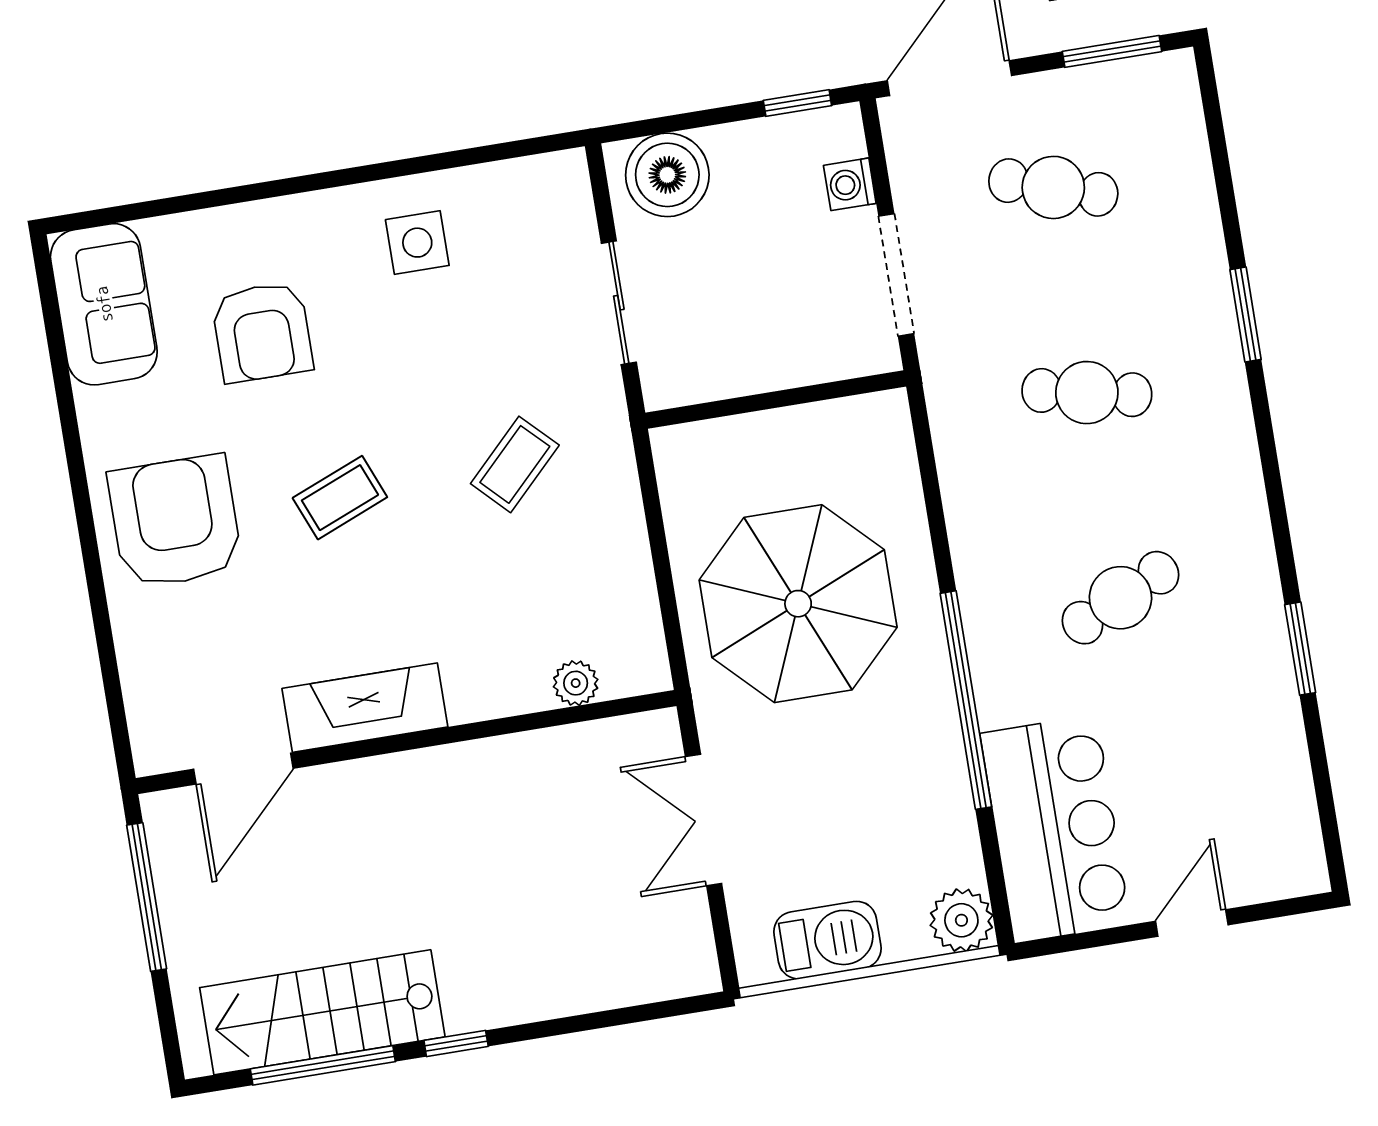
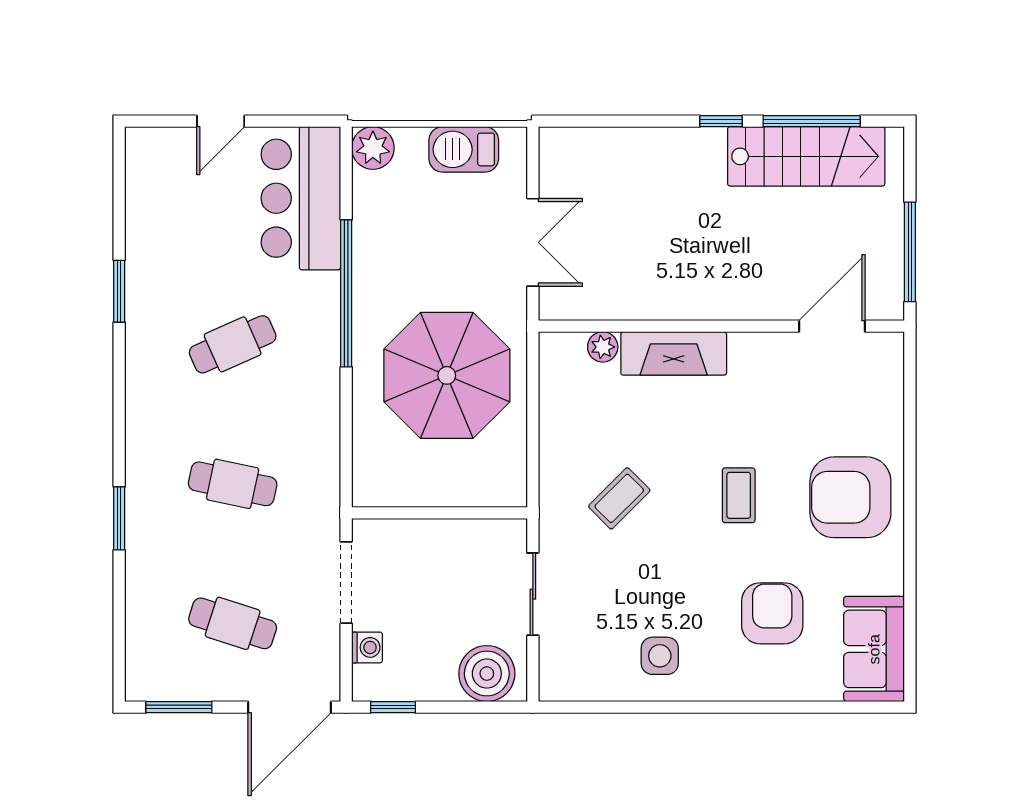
coffee table: (340, 498) -> (739, 495), turned -68
armchair: (175, 522) -> (850, 497), turned 90
fireplace: (365, 708) -> (674, 353), moved

